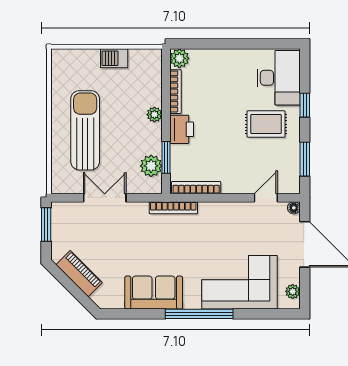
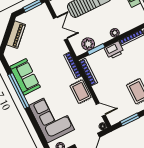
rug: (221, 216) -> (81, 92), added
window: (199, 314) -> (19, 91), moved

